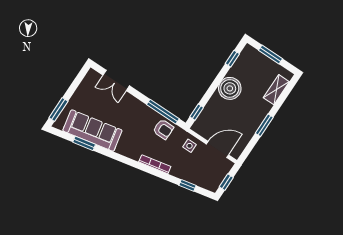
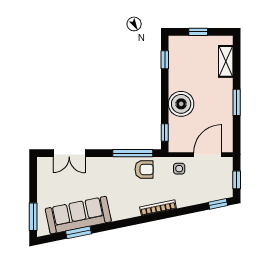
window: (271, 54) -> (198, 32), width x0.67
boiler: (230, 88) -> (181, 104), moved
window: (187, 185) -> (218, 204), moved

